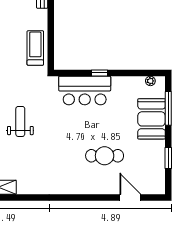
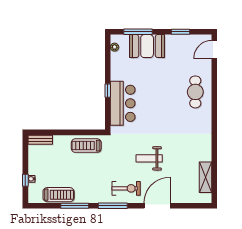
cafe table: (105, 156) -> (195, 92), moved
door: (130, 198) -> (214, 50), moved

